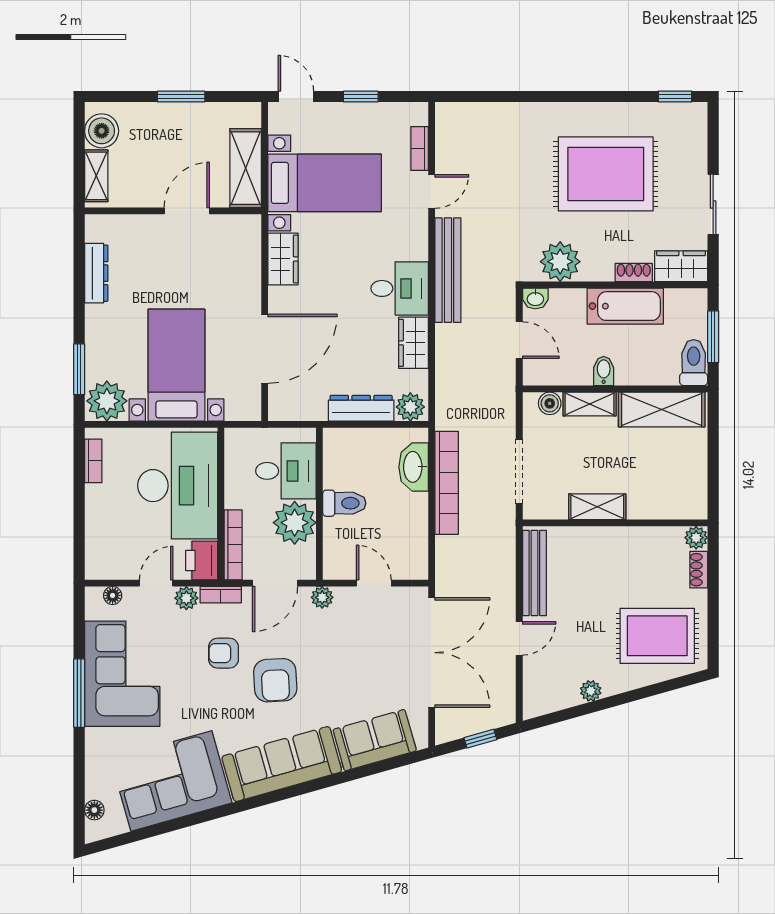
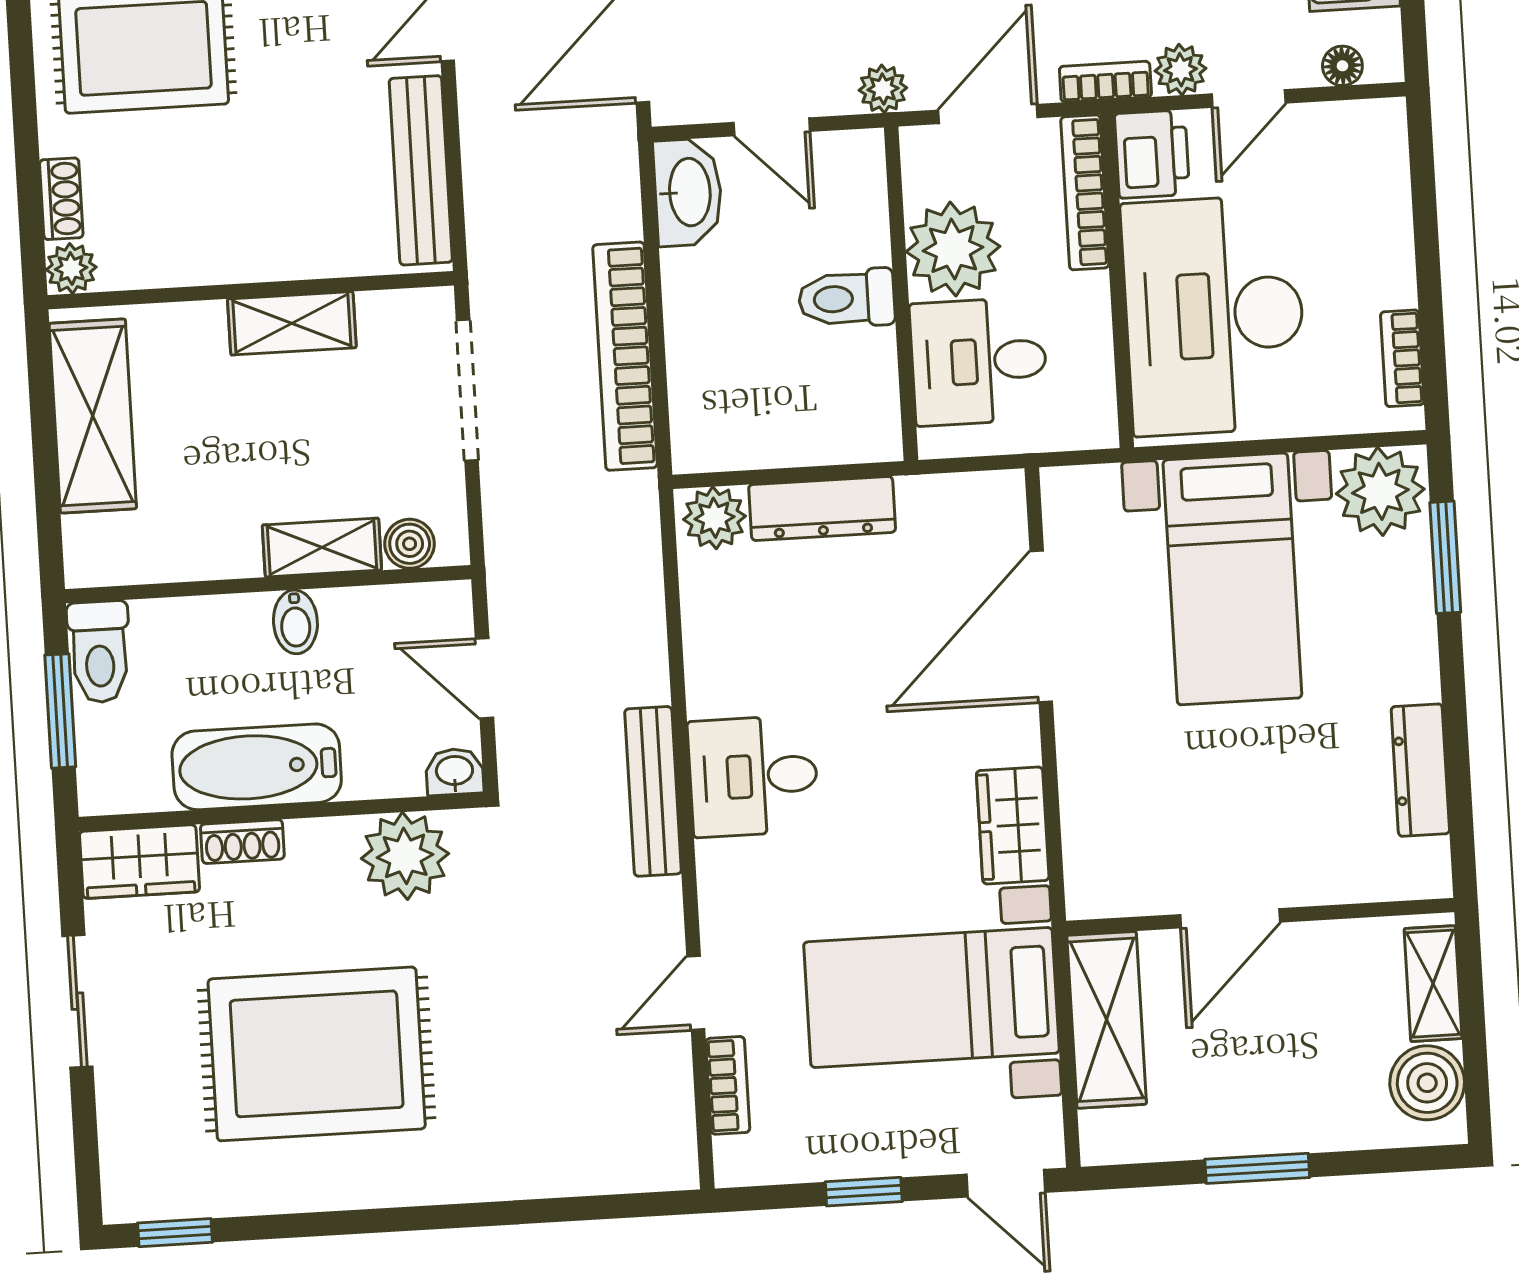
bench: (448, 270) -> (653, 791), width x0.73, depth x0.82
wardrobe: (414, 343) -> (716, 659), removed
shelving: (662, 409) -> (93, 416), moved, turned 90
washbasin: (414, 467) -> (688, 192), moved

